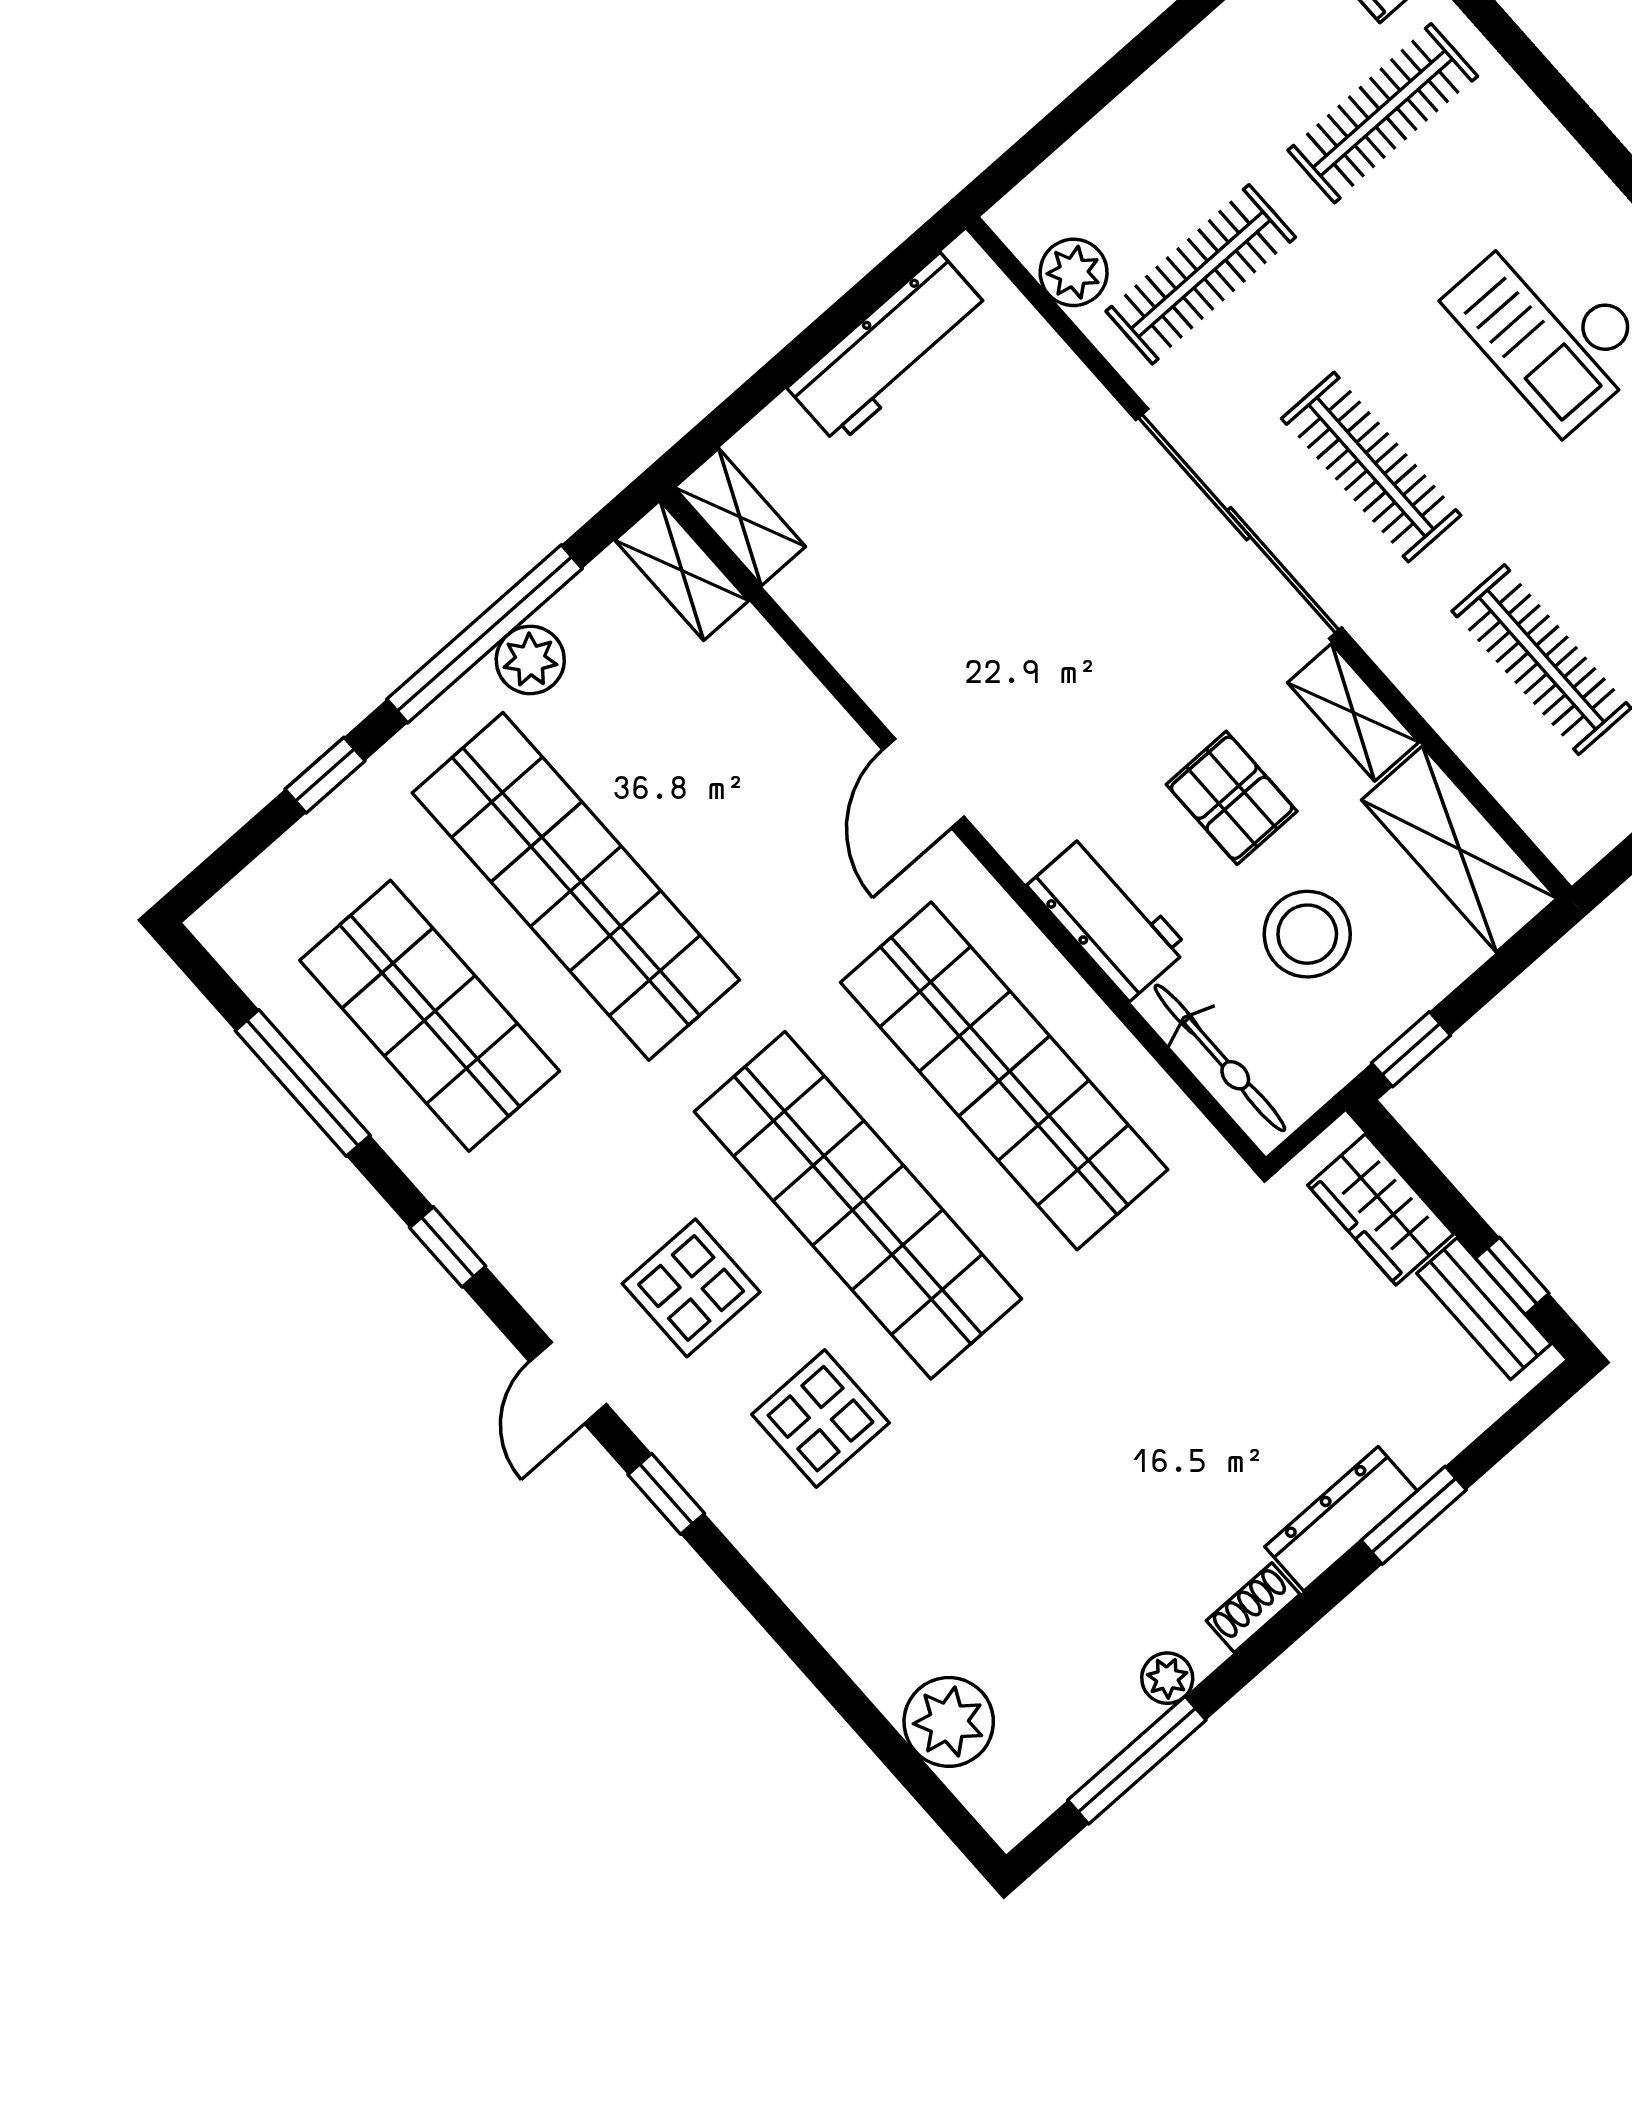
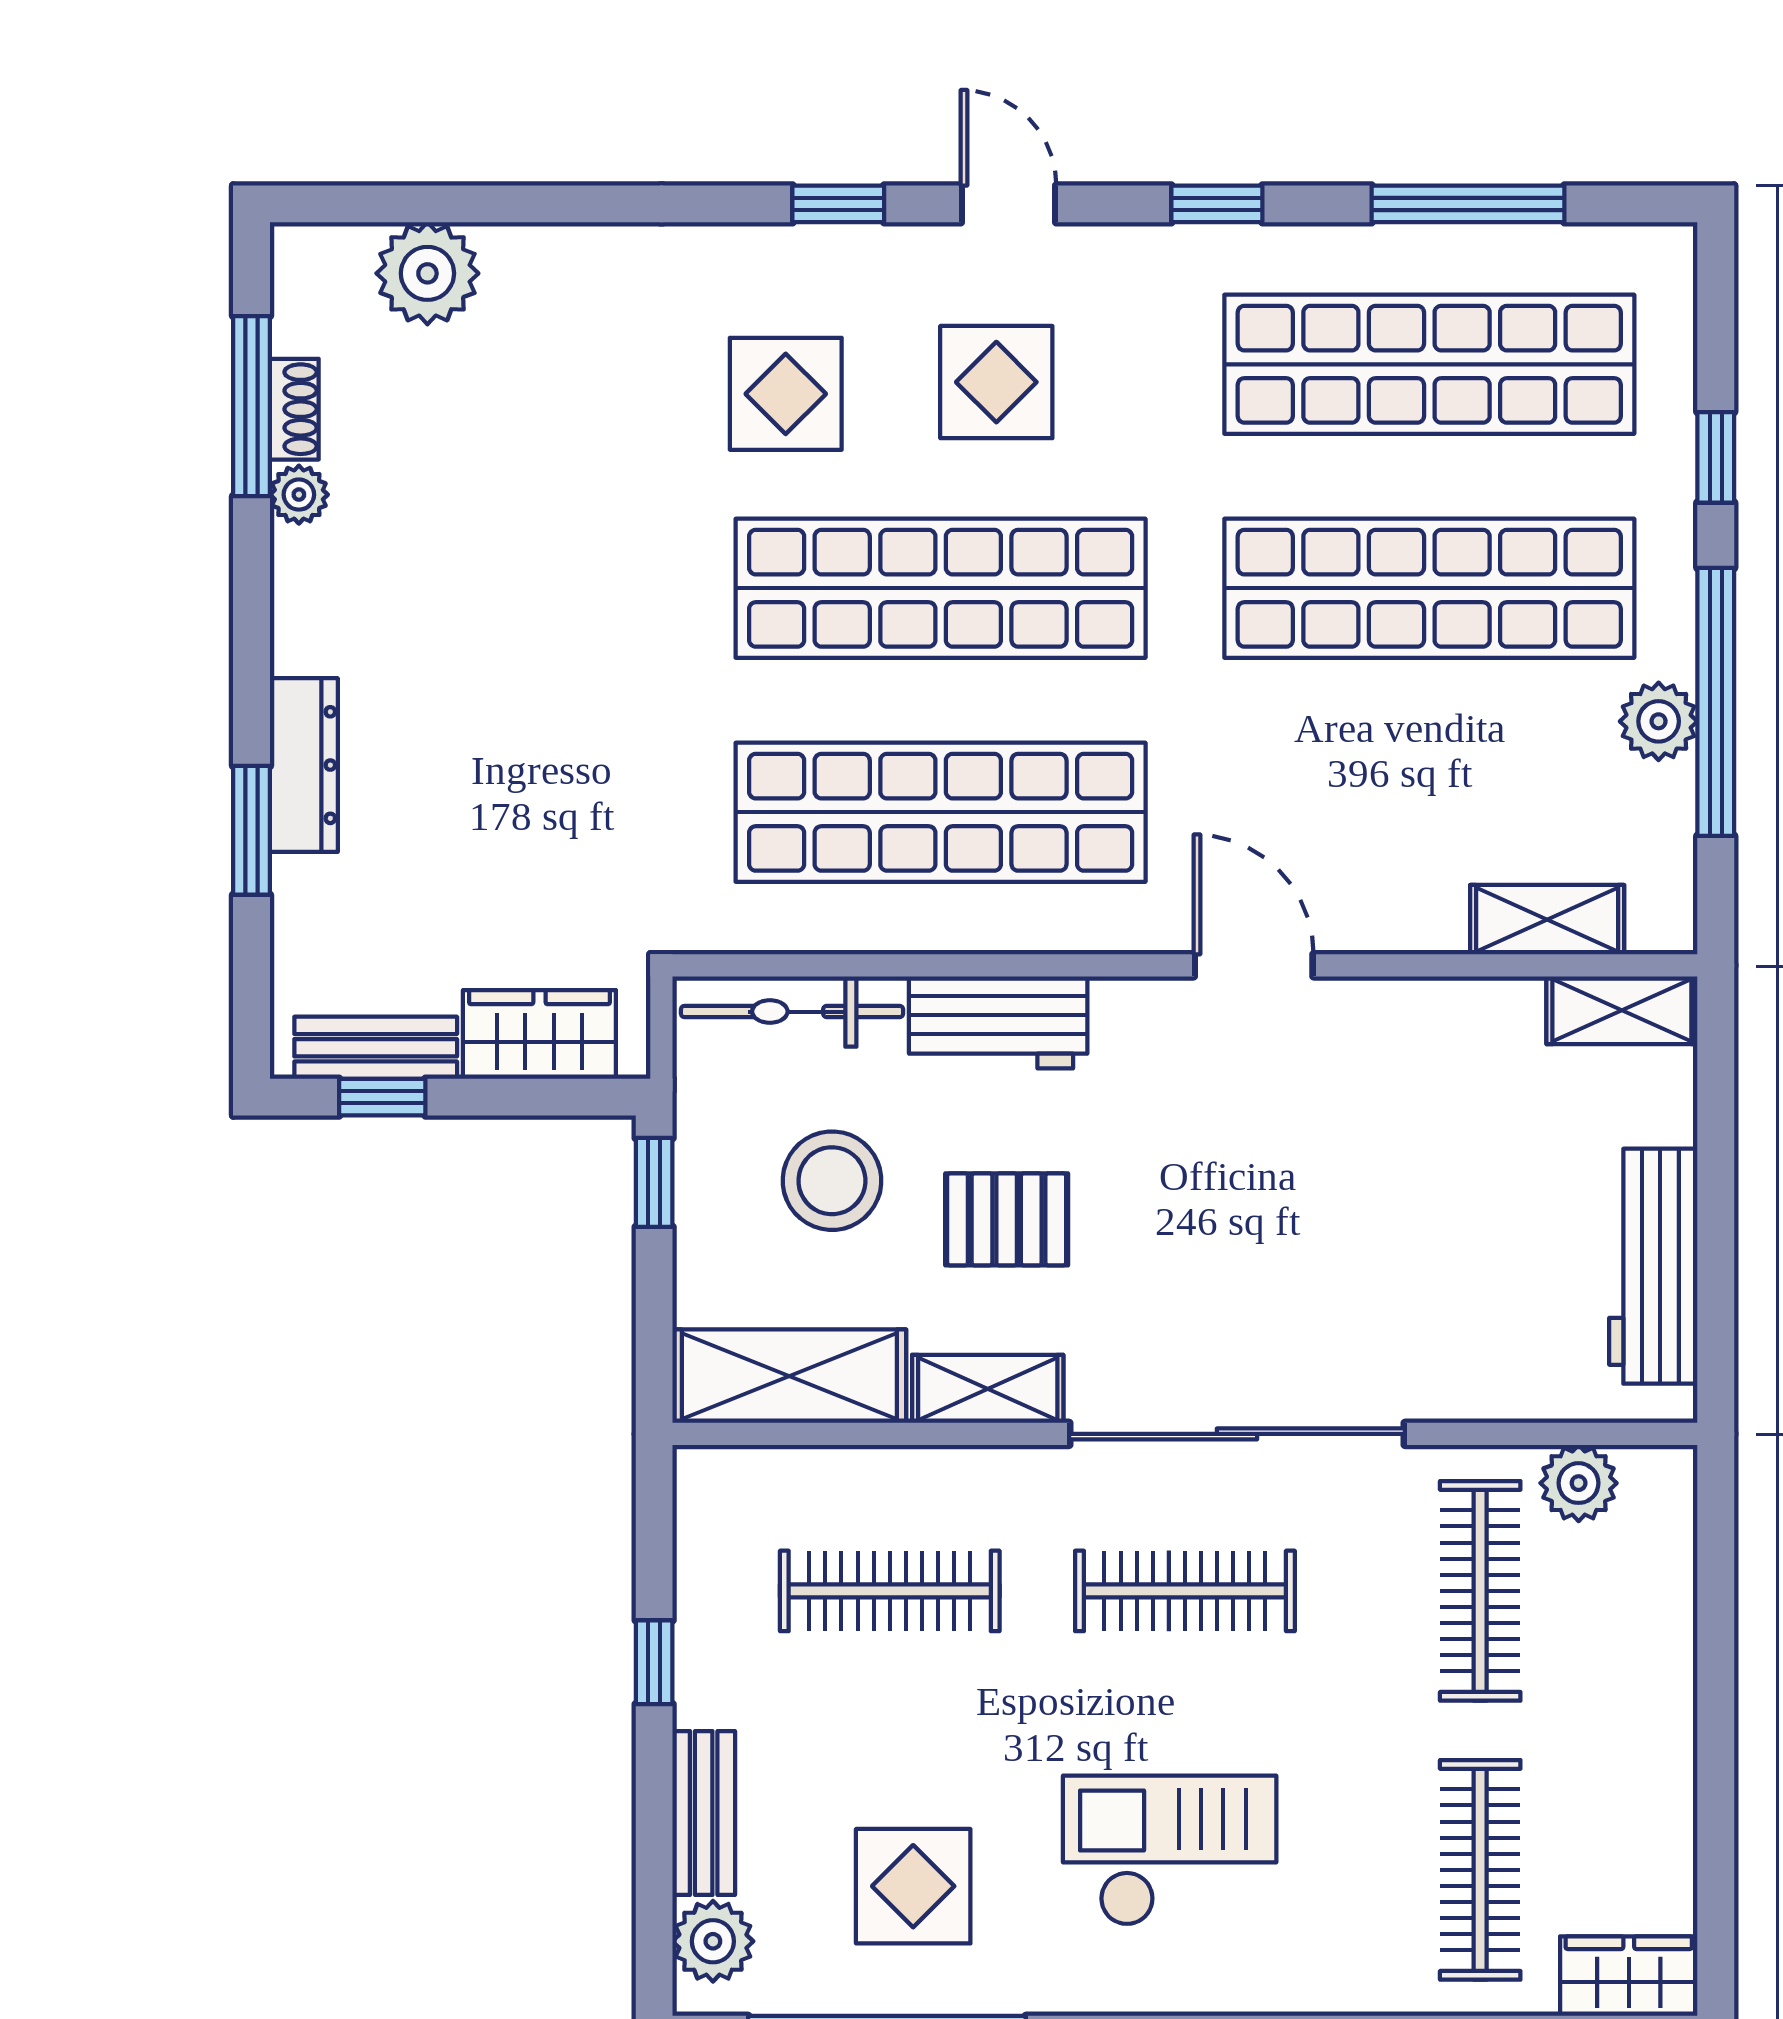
shelving: (682, 570) -> (1547, 920), moved
shop shelf: (430, 1016) -> (1429, 364), width x1.40
shoe rack: (1253, 1608) -> (294, 409), moved

